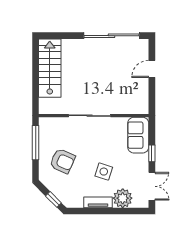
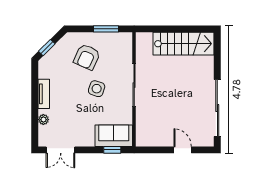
window: (36, 143) -> (106, 29), width x0.69
window: (152, 153) -> (112, 150), moved
side table: (104, 172) -> (97, 89), moved
plant: (123, 198) -> (43, 120), width x0.53, depth x0.53

